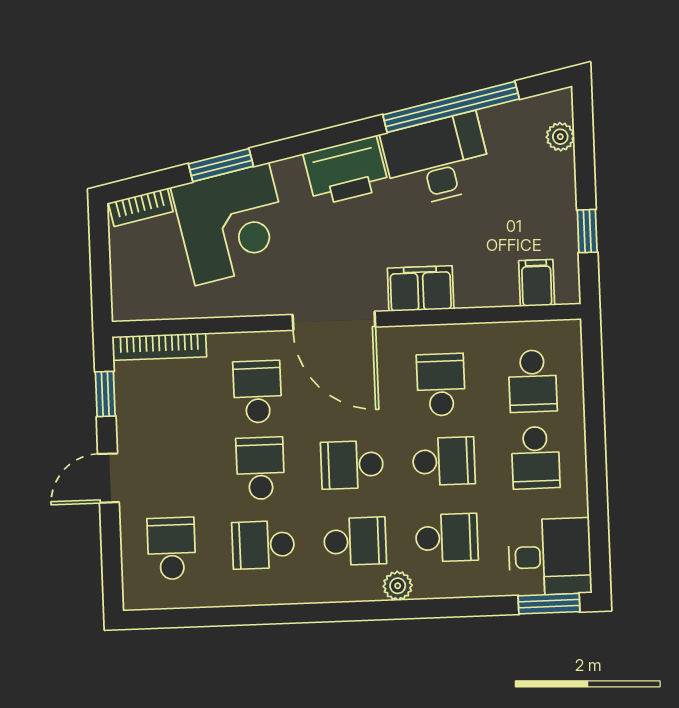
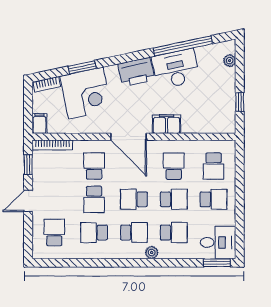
filing cabinet: (537, 283) -> (39, 124), moved
school desk: (536, 458) -> (214, 199), turned -90
school desk: (260, 468) -> (94, 199), turned 180

